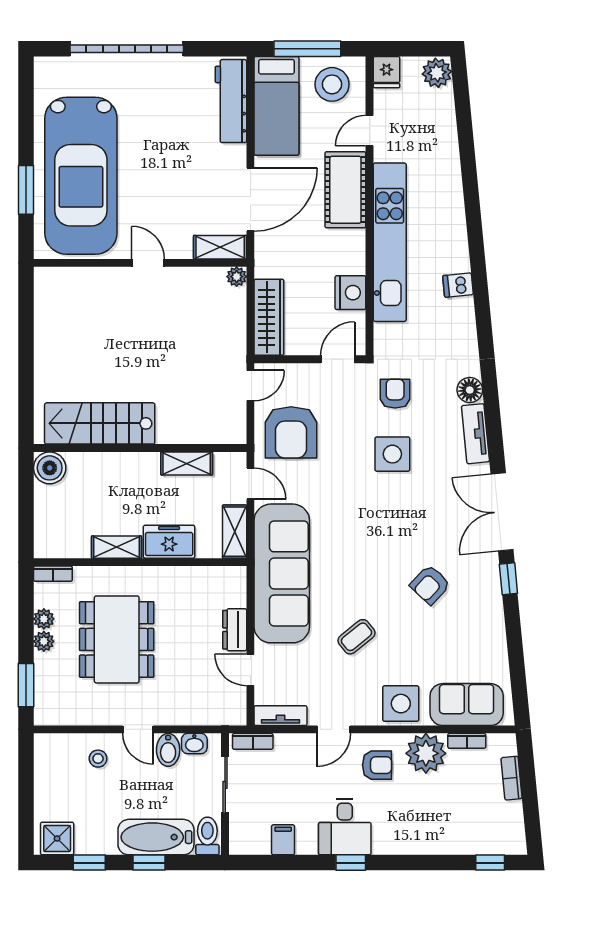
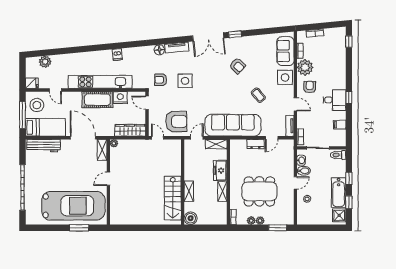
plant: (437, 73) -> (45, 62), moved
cot: (345, 190) -> (97, 100), moved
shelving: (187, 463) -> (189, 191), moved
bathtub: (156, 837) -> (339, 193), moved

